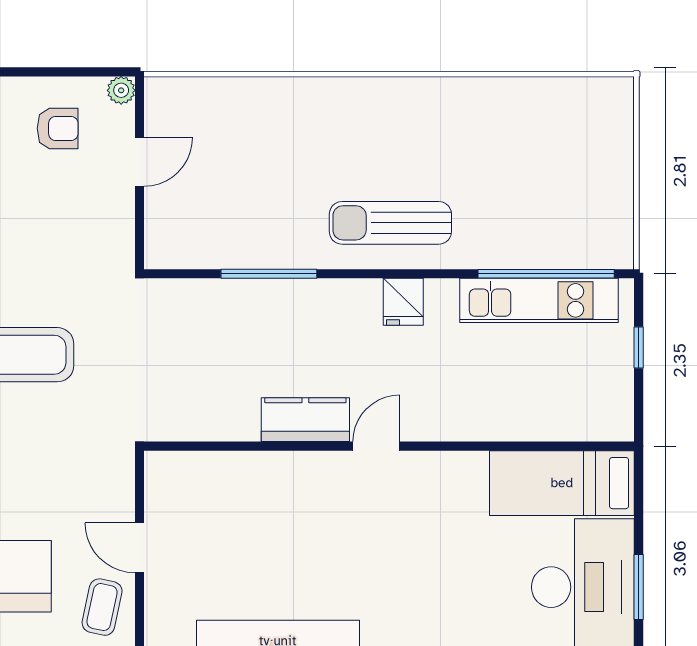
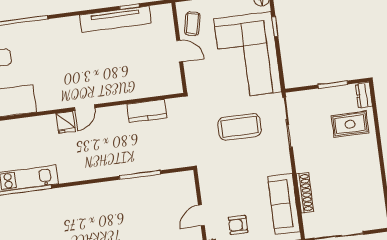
sun lounger: (390, 223) -> (91, 203), removed
fridge: (403, 302) -> (66, 122), moved, turned 180
kitchen counter: (305, 420) -> (147, 111), moved

